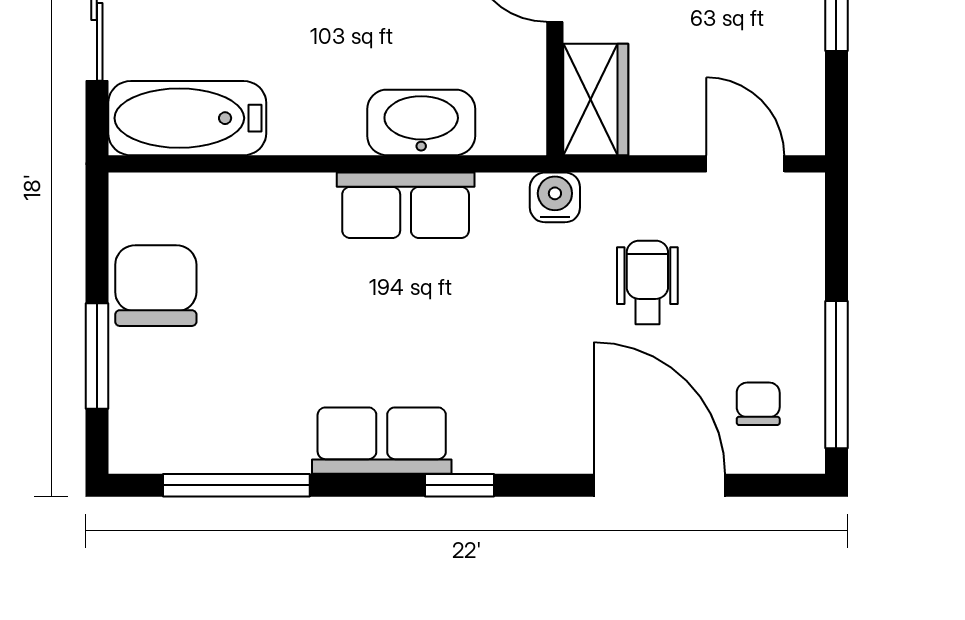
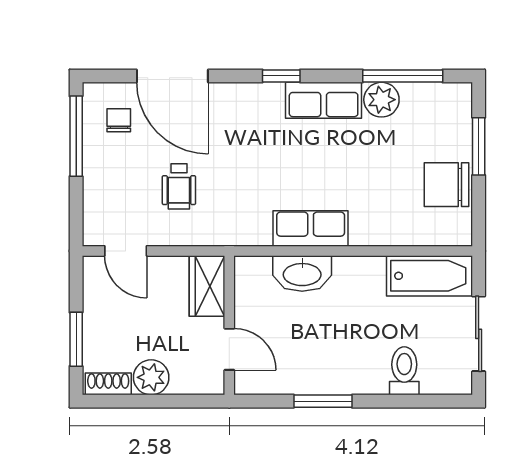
water cooler: (555, 197) -> (229, 233), removed
chair: (156, 286) -> (447, 185), turned 90
chair: (758, 404) -> (119, 120), turned 180
plant: (275, 442) -> (381, 100), added

